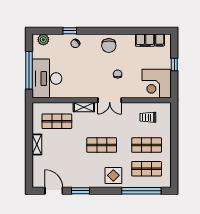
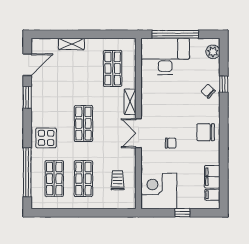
shelving: (37, 145) -> (71, 44), moved

